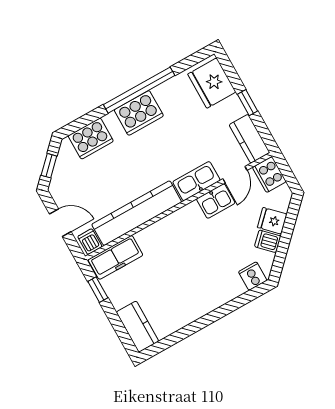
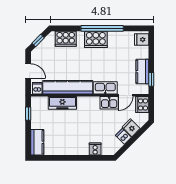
fridge: (212, 83) -> (142, 40), width x0.53, depth x0.75
window: (248, 103) -> (151, 79), moved
kitchen counter: (249, 139) -> (142, 72), moved
freezer: (115, 257) -> (62, 103), moved
cooker: (253, 276) -> (95, 149), moved

